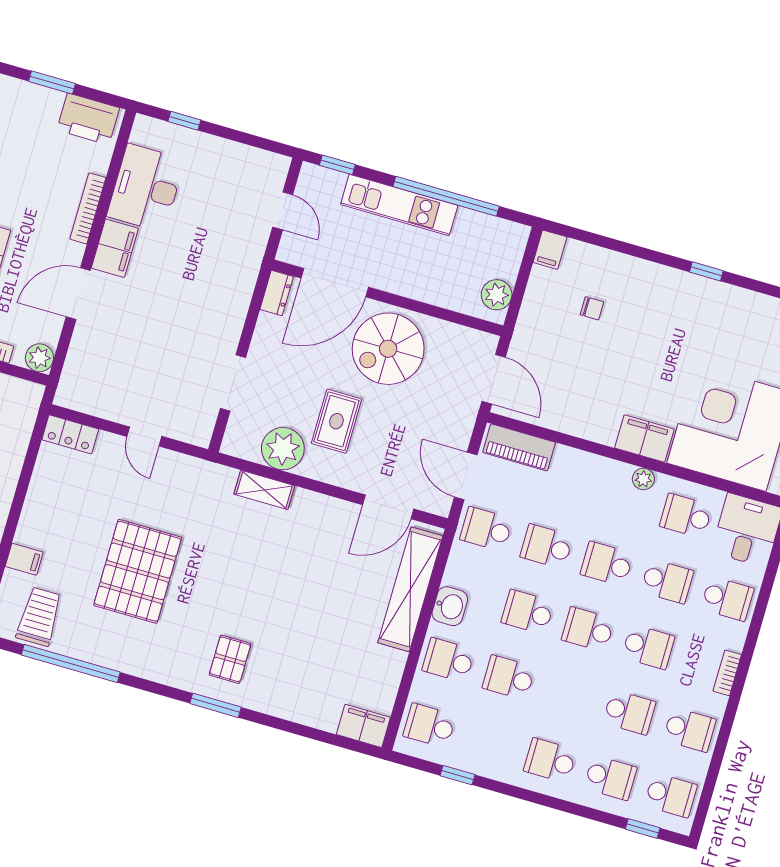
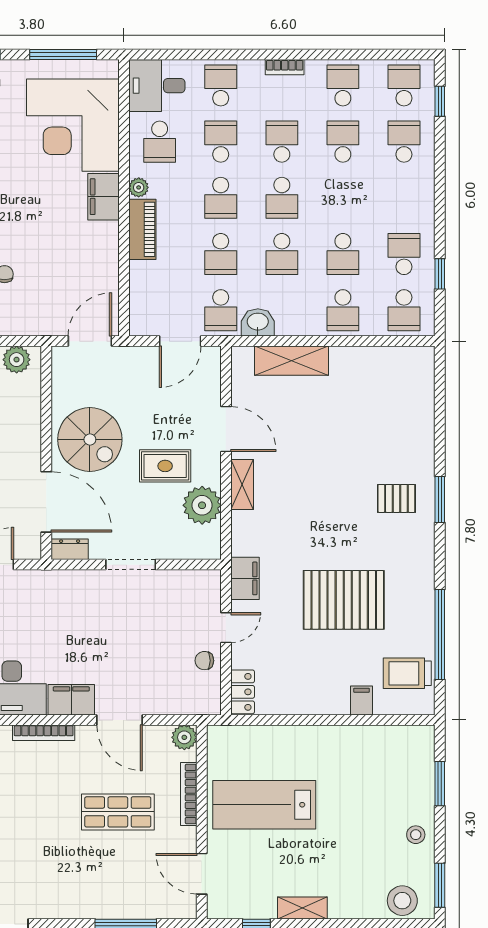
doorway: (233, 383) -> (131, 565), moved
chair: (116, 403) -> (204, 661), added
piano: (519, 447) -> (142, 229), moved
shelving: (264, 490) -> (242, 485), moved
door: (388, 507) -> (226, 429), moved
shelving: (410, 589) -> (291, 361), width x0.68
washbasin: (450, 606) -> (258, 322), moved
filing cabinet: (363, 726) -> (245, 578), moved, turned 180
school desk: (550, 760) -> (404, 254), moved, turned 180

